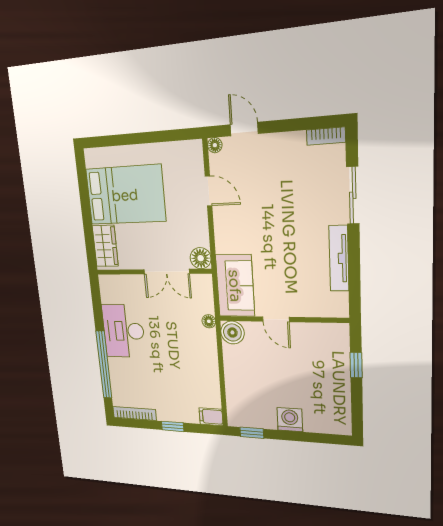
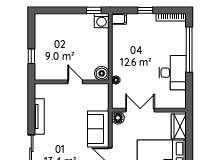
sofa: (235, 286) -> (98, 129), moved
washing machine: (290, 420) -> (102, 21), moved

